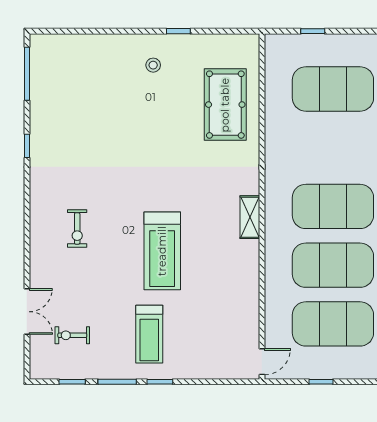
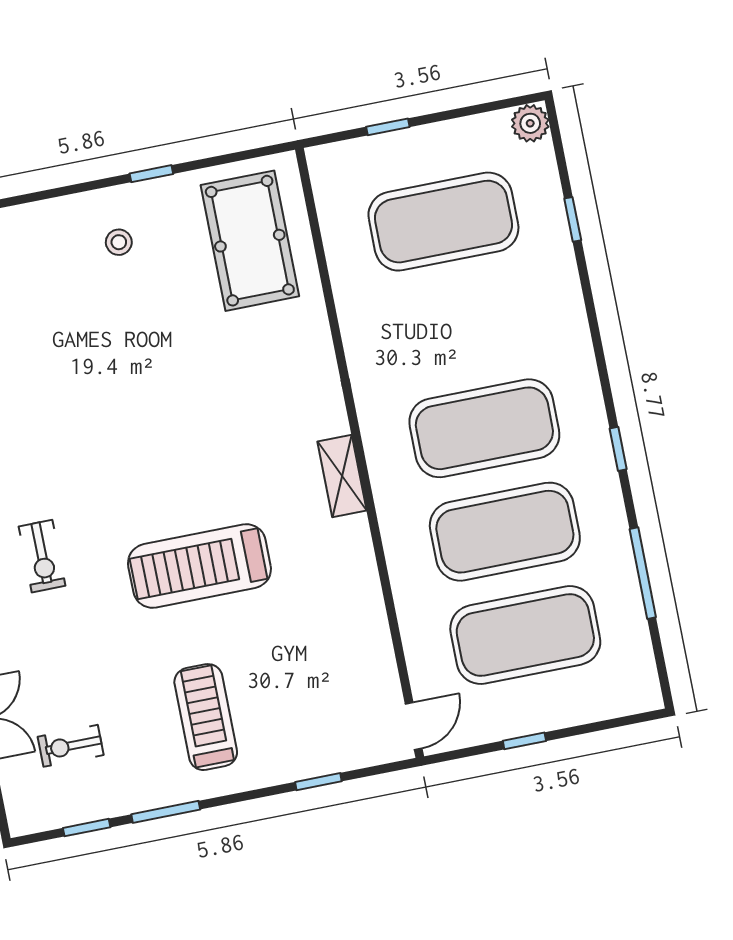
pool table: (225, 105) -> (250, 241), moved
treadmill: (162, 251) -> (199, 566), turned 90
treadmill: (149, 334) -> (206, 717), turned 180
window: (160, 382) -> (318, 782), moved

